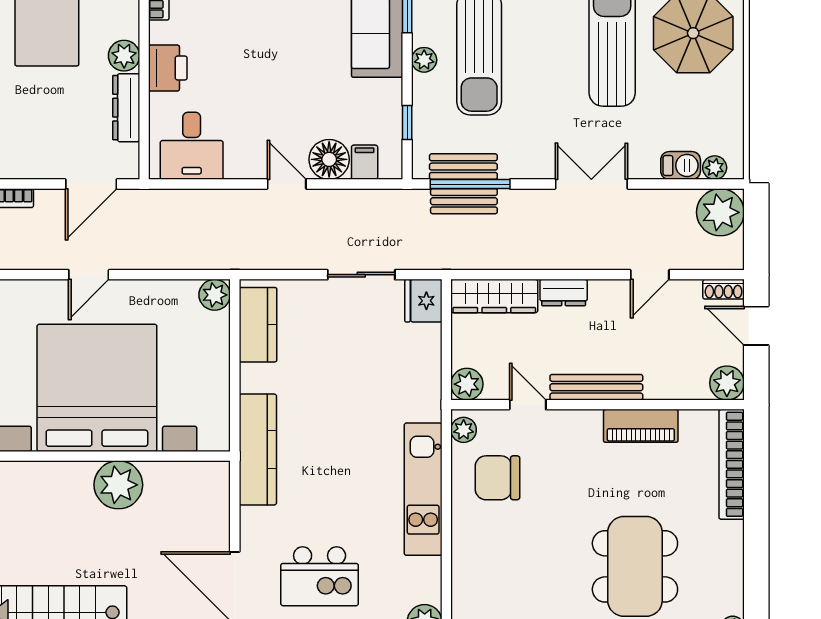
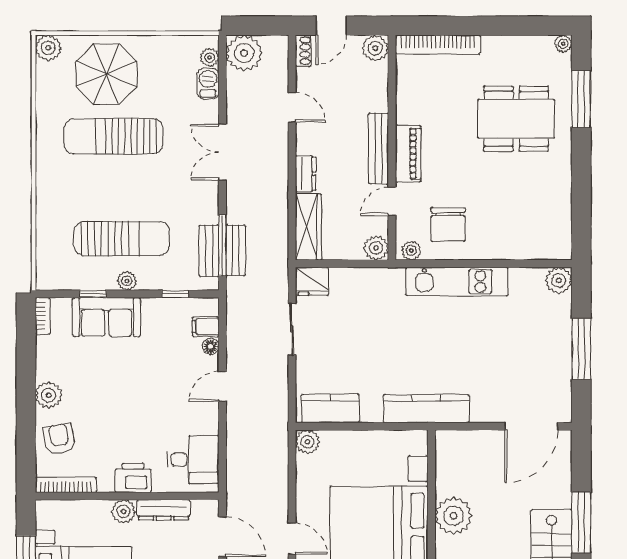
floor lamp: (329, 159) -> (211, 347), width x0.53, depth x0.53
piano: (641, 426) -> (408, 154), moved
kitchen island: (320, 576) -> (524, 361), removed

